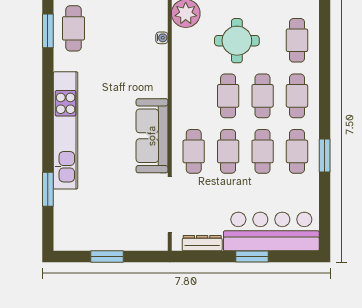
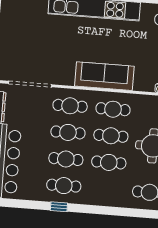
cafe table: (297, 96) -> (113, 109), moved
sofa: (152, 136) -> (104, 76), moved
window: (325, 156) -> (59, 207), width x0.67

